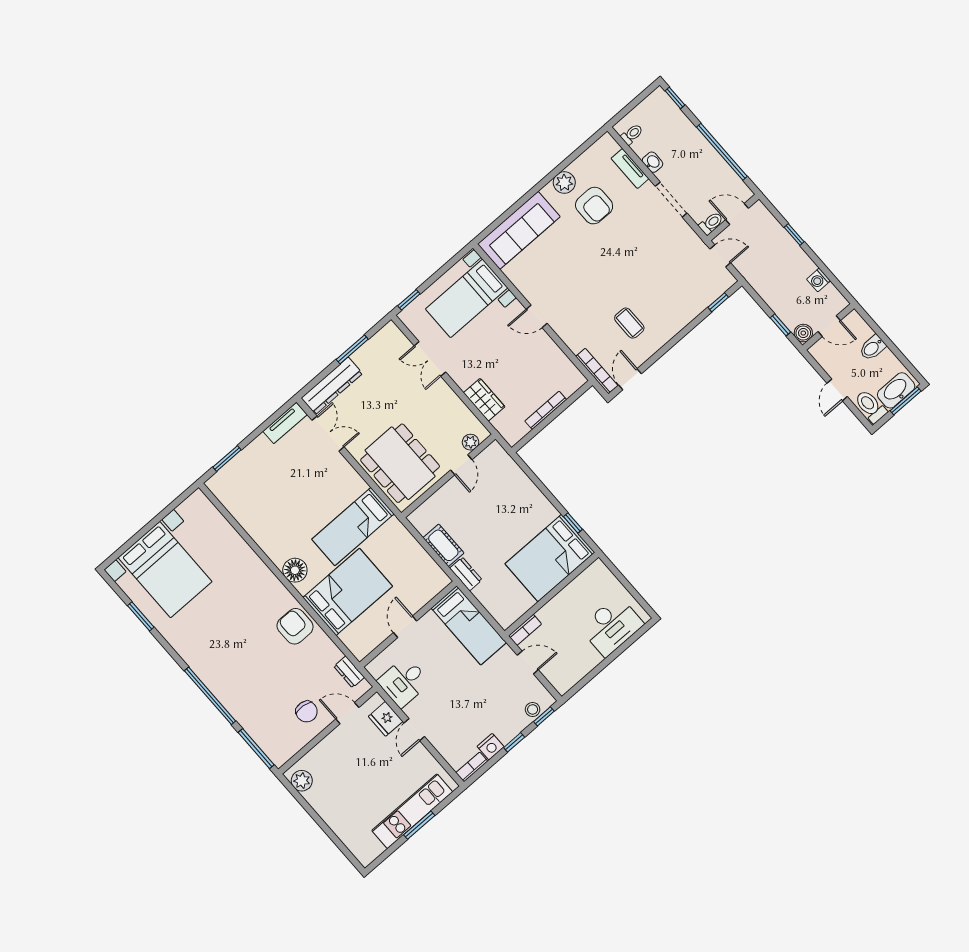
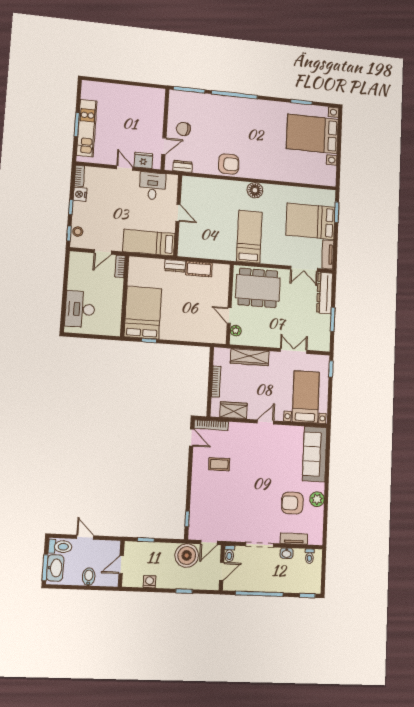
boiler: (803, 333) -> (187, 555), moved, width x1.86, depth x1.86
wardrobe: (558, 363) -> (233, 410), added
wardrobe: (484, 400) -> (250, 357), width x1.50
bed: (348, 592) -> (311, 221), moved, turned 90
plant: (302, 781) -> (153, 94), removed

